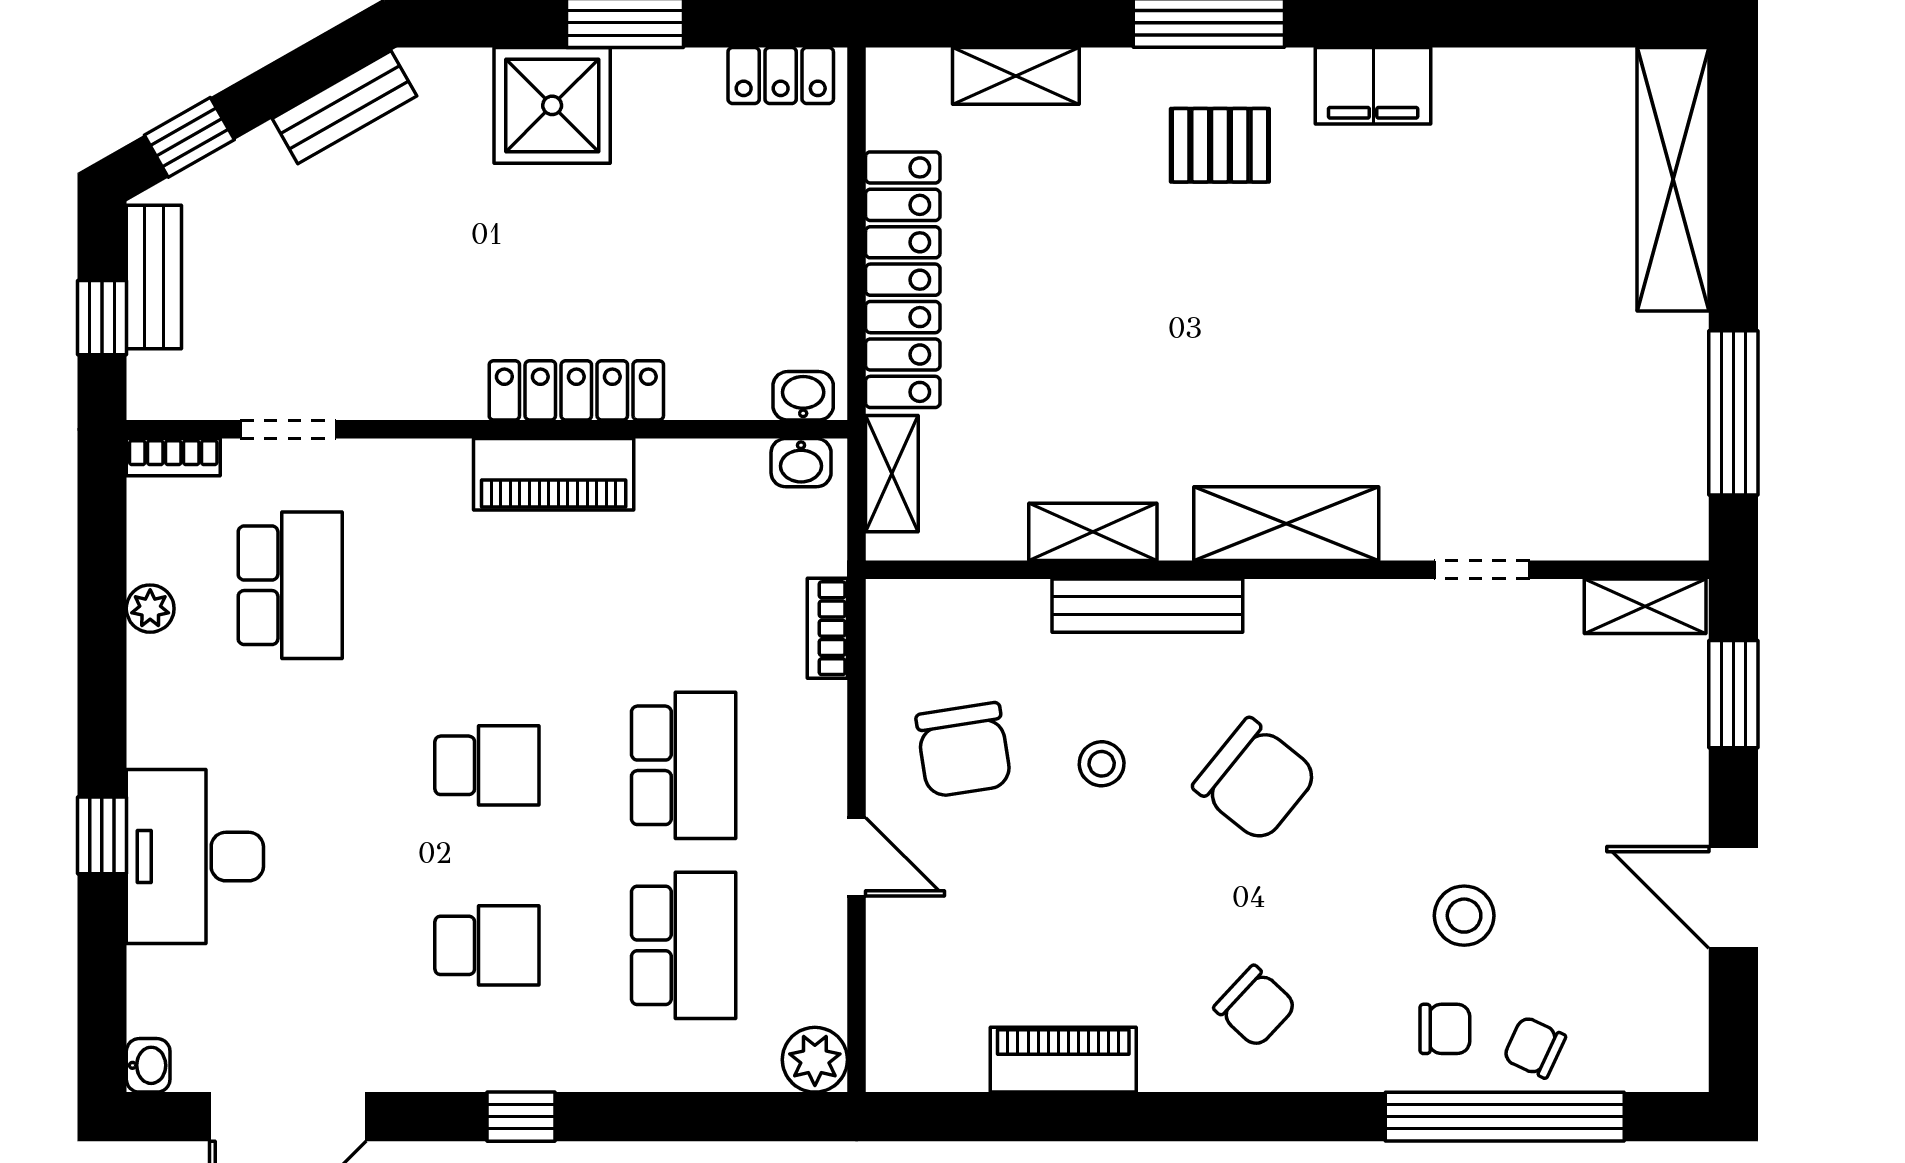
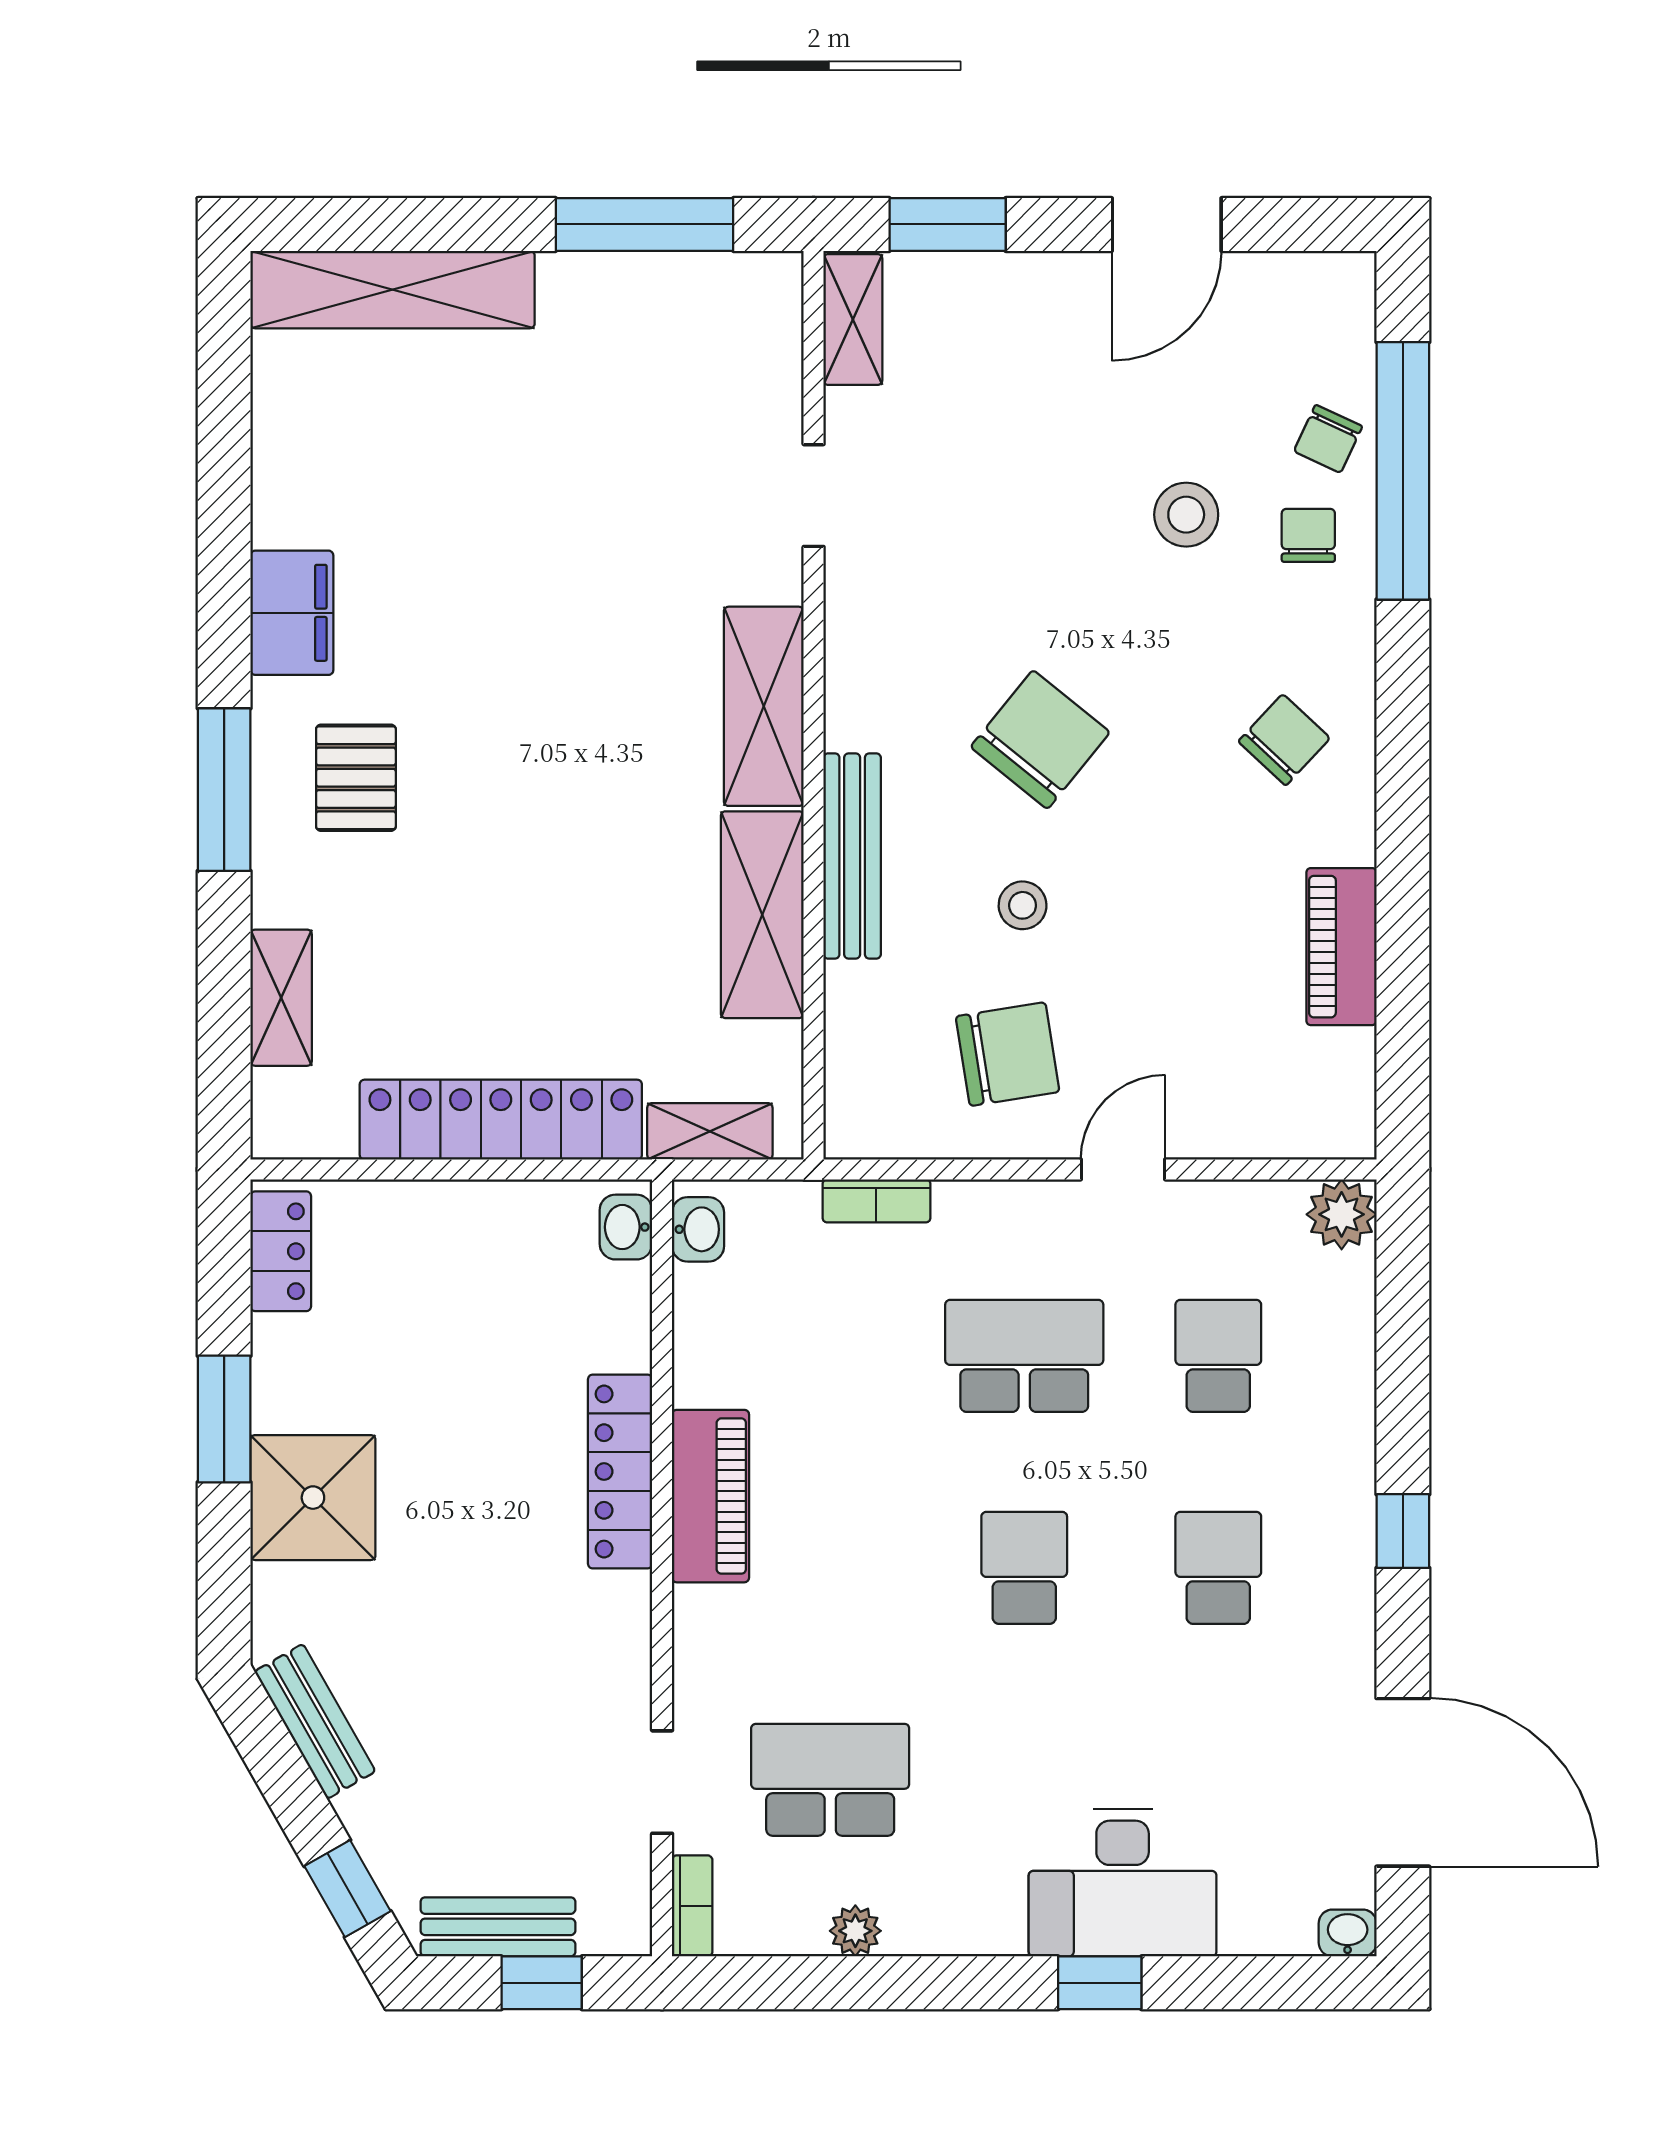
shelving: (1093, 532) -> (762, 915), width x1.50, depth x1.33
school desk: (684, 945) -> (1218, 1356), width x0.54

